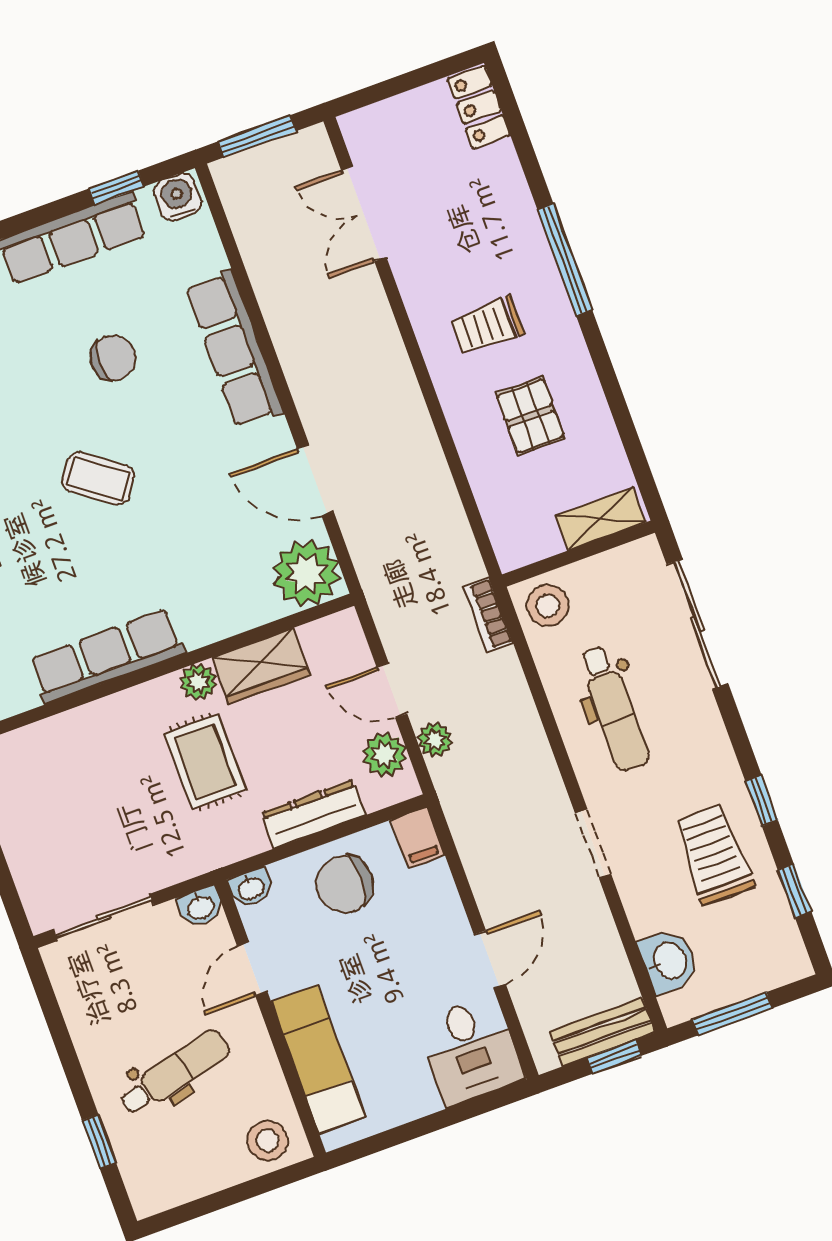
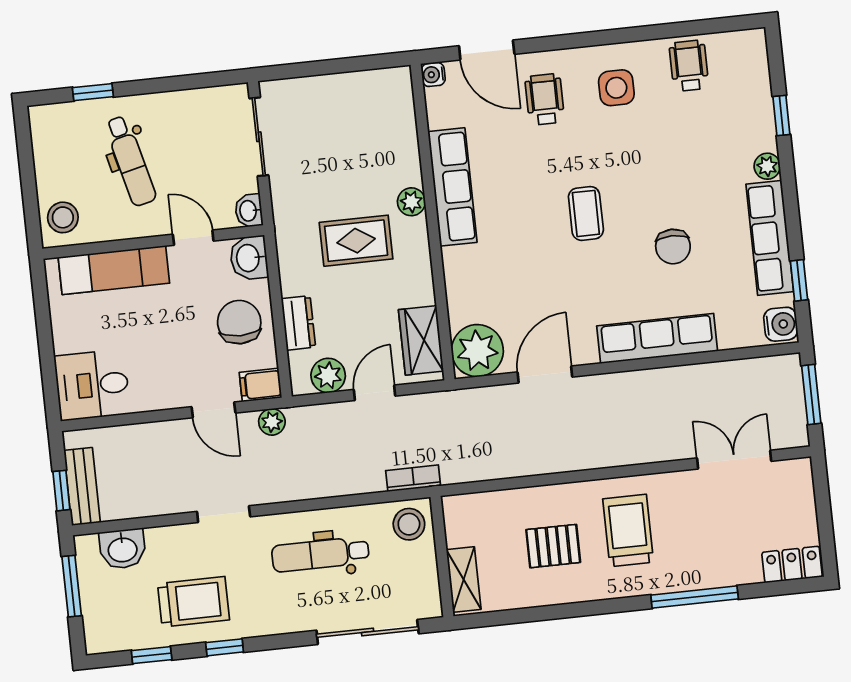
window: (565, 260) -> (695, 597), moved
trolley: (487, 326) -> (628, 531), width x1.36, depth x1.39
coffee table: (98, 479) -> (586, 213), turned -36
wardrobe: (261, 666) -> (421, 340), moved
plant: (198, 682) -> (411, 202), moved
plant: (435, 740) -> (272, 422), moved
dresser: (313, 814) -> (298, 323), width x0.70
washbasin: (251, 888) -> (249, 258), width x1.38, depth x1.45
door: (490, 959) -> (213, 410), moved

